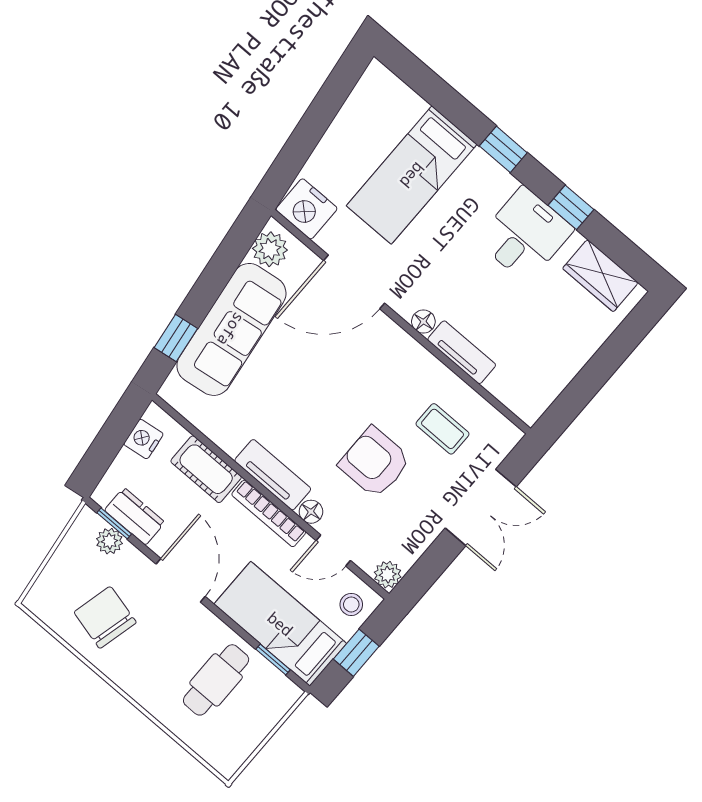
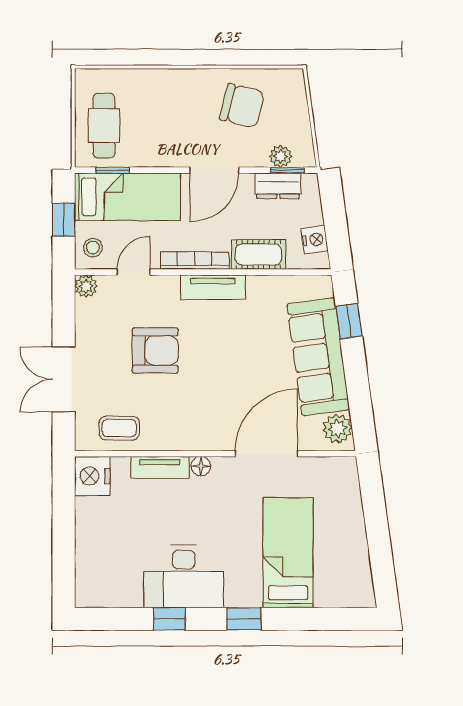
nightstand: (306, 209) -> (92, 476), moved, turned -90
desk: (525, 235) -> (184, 576), width x1.37
wardrobe: (600, 276) -> (114, 592), removed
coffee table: (443, 429) -> (119, 428), moved
floor lamp: (311, 512) -> (169, 285), removed
door: (181, 580) -> (214, 170), hinge flipped
cafe table: (216, 680) -> (104, 126), moved

